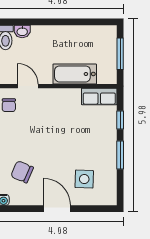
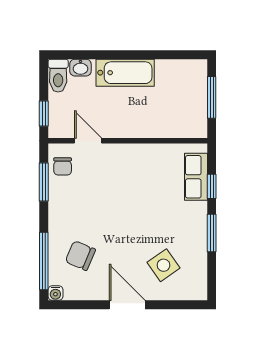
bathtub: (75, 74) -> (125, 73), moved, turned 180
row of seats: (99, 97) -> (196, 177), moved, turned 90
side table: (84, 179) -> (163, 265), turned -37

